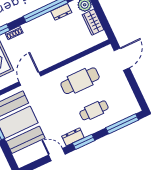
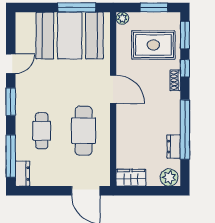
wardrobe: (93, 22) -> (131, 178), moved
door: (30, 79) -> (113, 89), moved
dresser: (73, 137) -> (22, 174), moved

